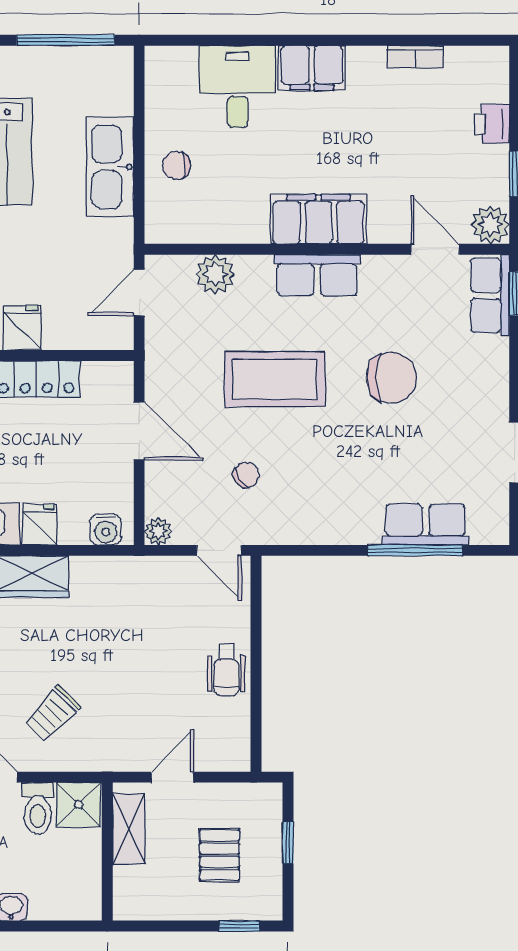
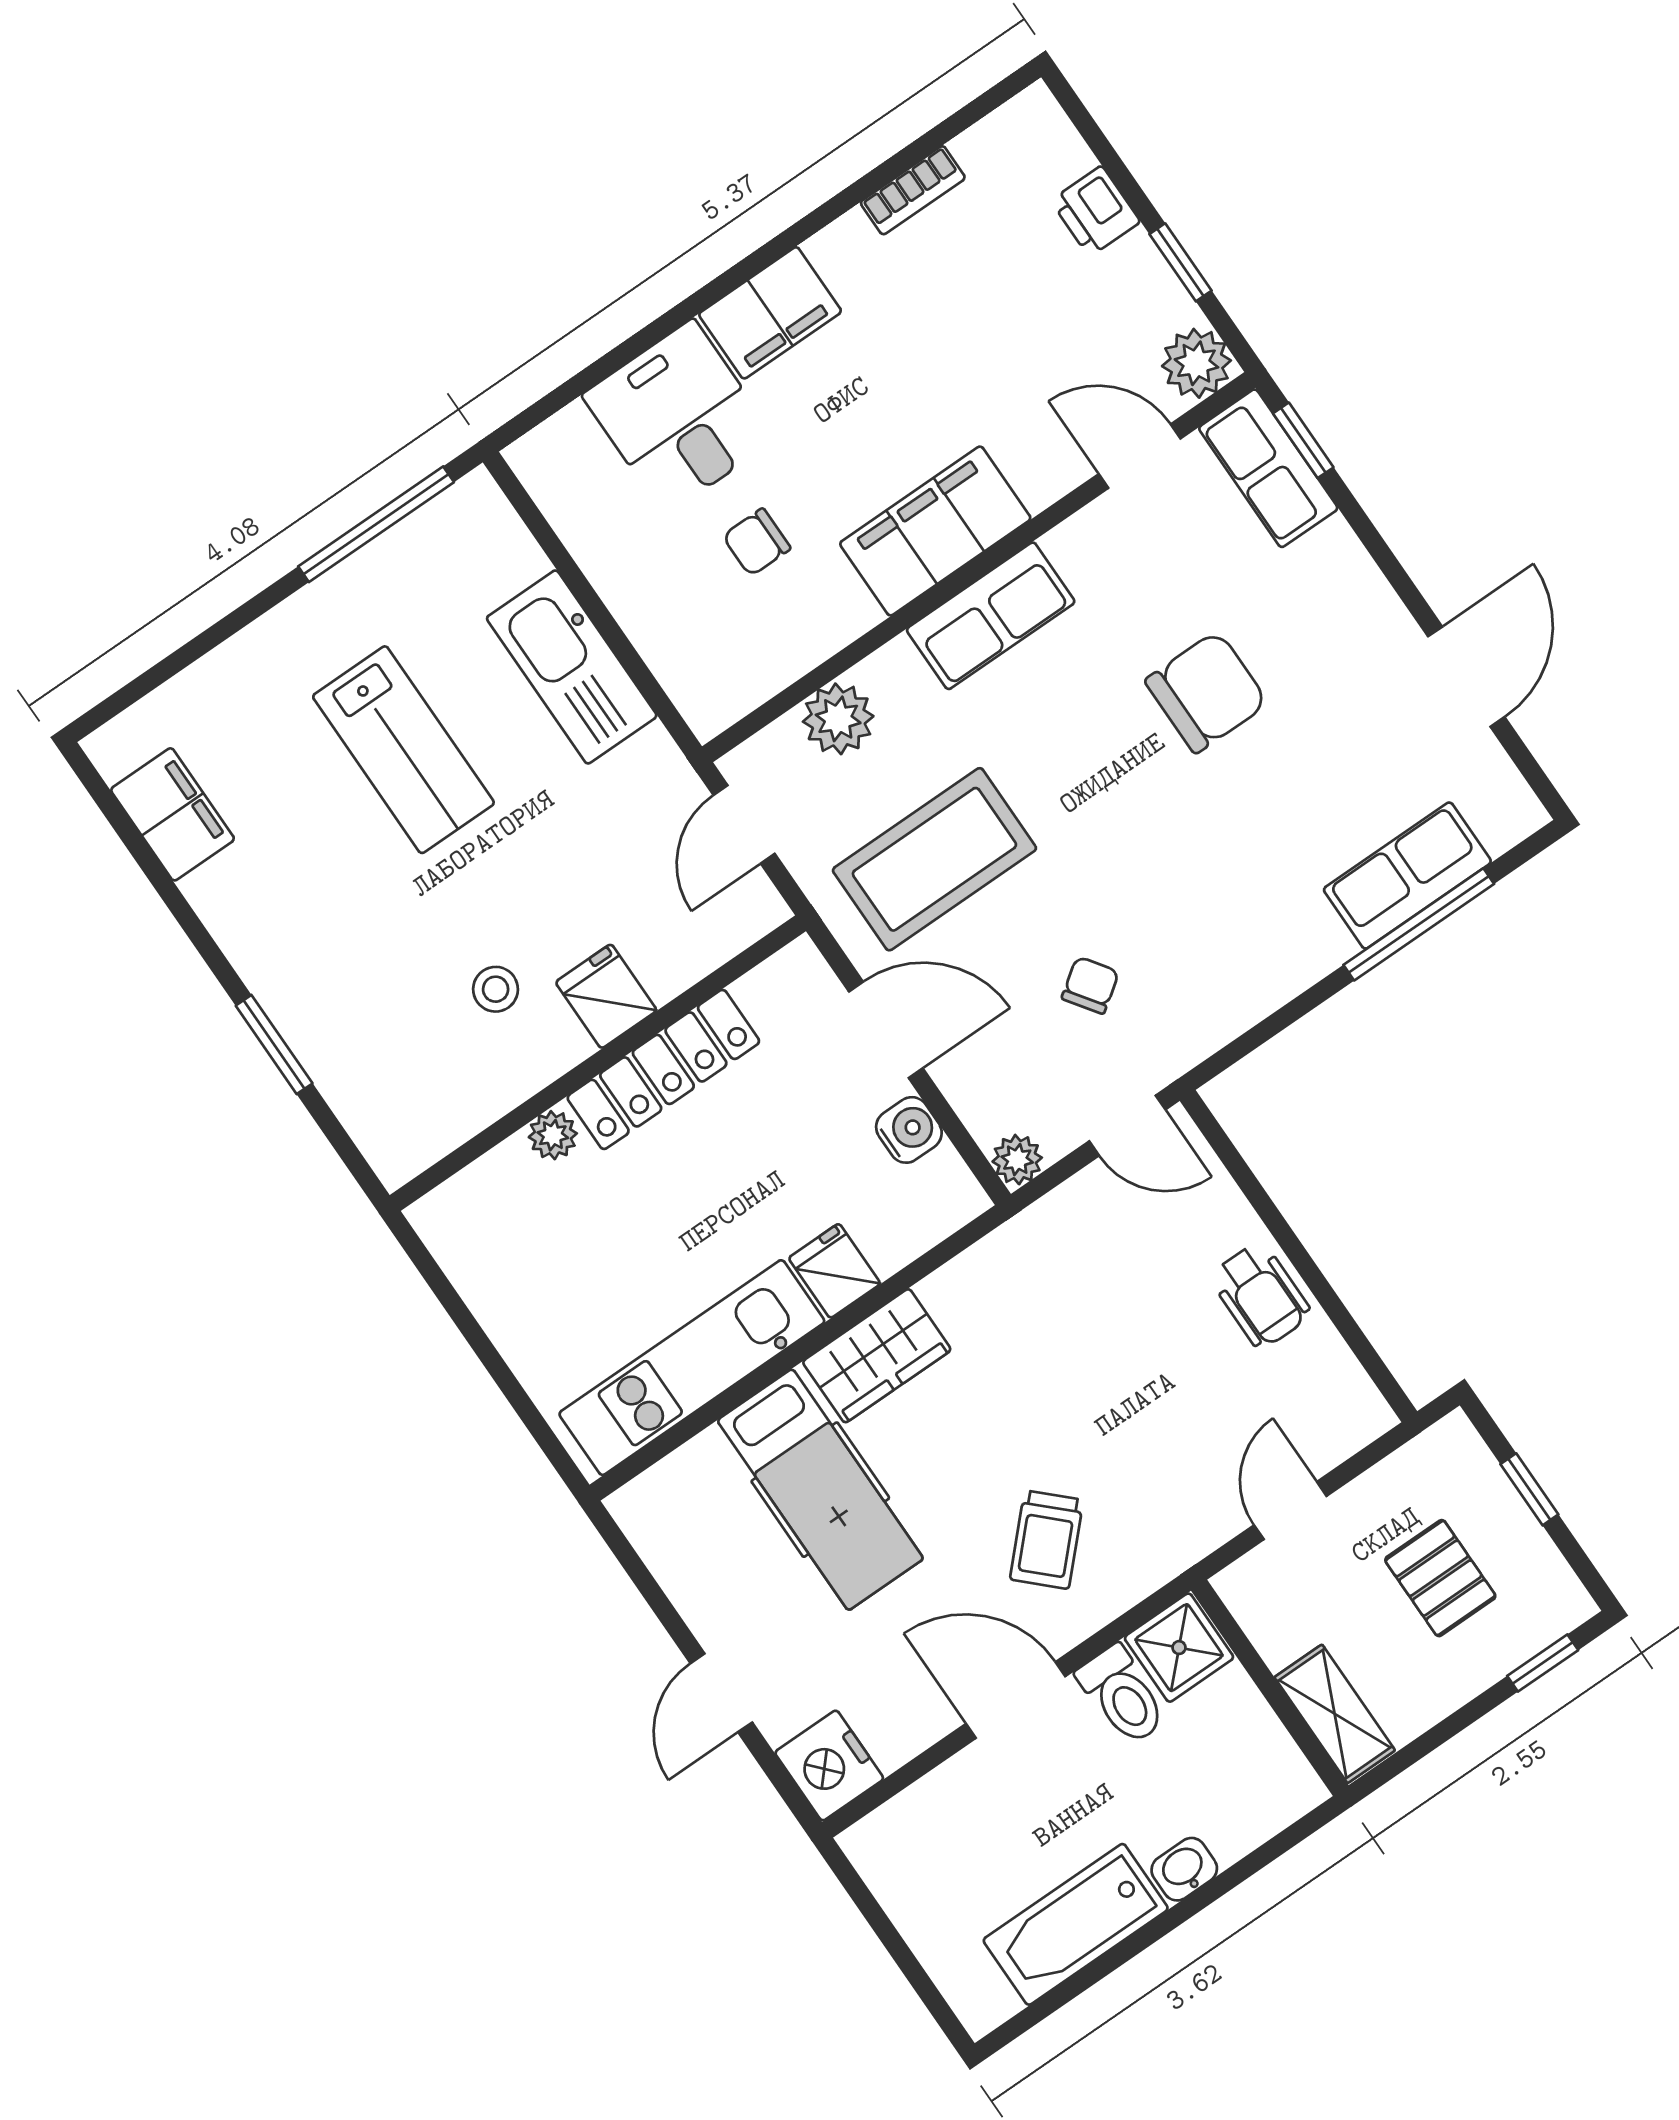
chair: (176, 165) -> (757, 542), moved
coffee table: (275, 379) -> (934, 859), moved
water cooler: (106, 529) -> (909, 1130), moved, turned -90
shelving: (129, 829) -> (1335, 1714), moved

